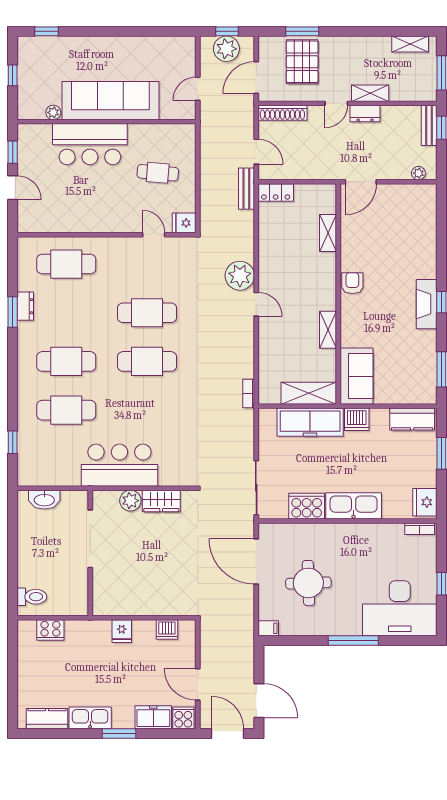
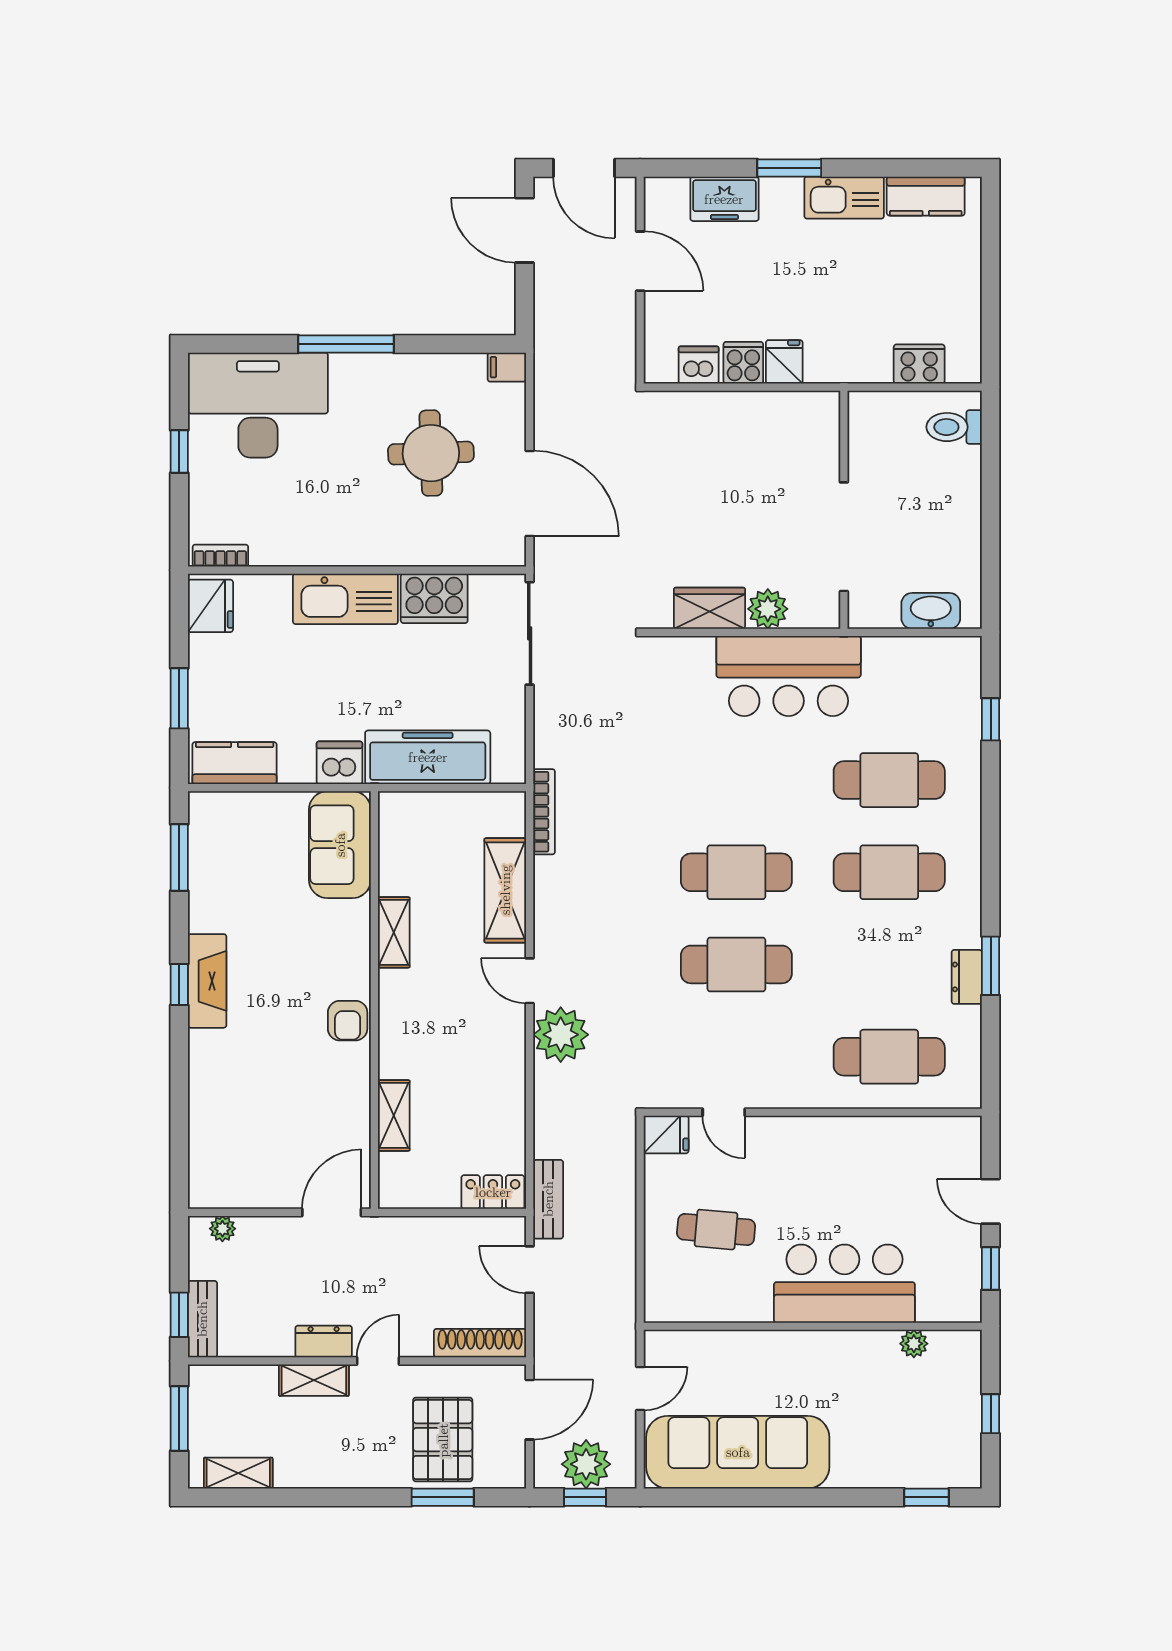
sofa: (110, 101) -> (738, 1452), moved, turned 180
bookcase: (249, 393) -> (544, 812), width x1.56
shelving: (309, 393) -> (505, 890), moved, turned 90
cooker: (183, 718) -> (743, 363), moved, turned 180

